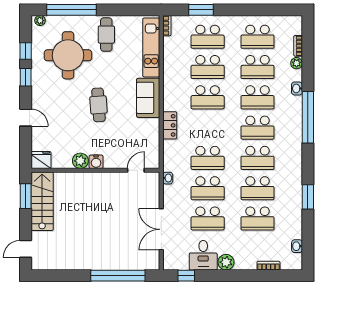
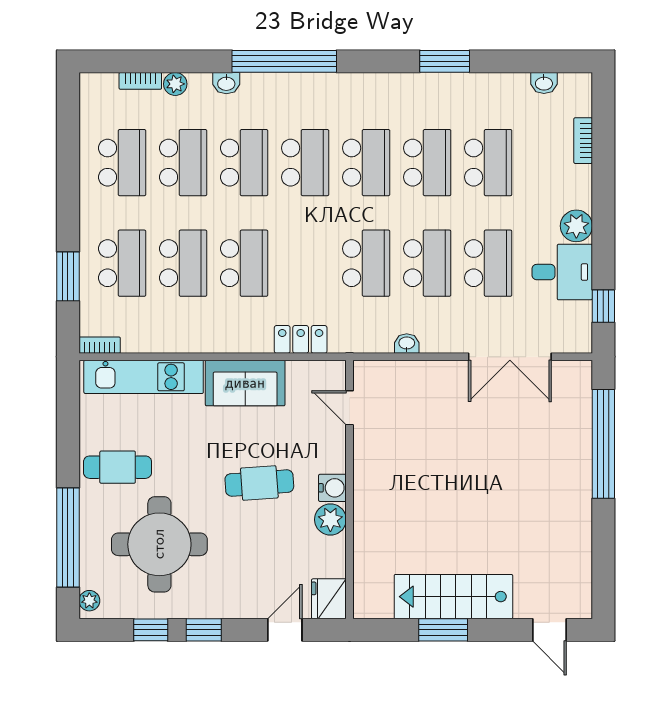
fridge: (41, 160) -> (329, 599), moved
plant: (80, 161) -> (330, 520), moved
water cooler: (96, 162) -> (332, 488), moved
wall: (95, 170) -> (349, 489), moved
door: (136, 170) -> (349, 408), moved

